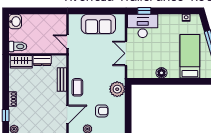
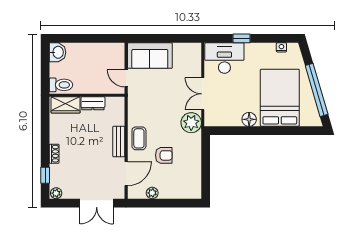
window: (144, 11) -> (242, 38), moved
sofa: (98, 24) -> (150, 56), moved
bed: (190, 56) -> (280, 98), width x1.50
bench: (62, 79) -> (119, 141), moved
plant: (117, 89) -> (191, 123), moved
armchair: (102, 111) -> (164, 155), moved

